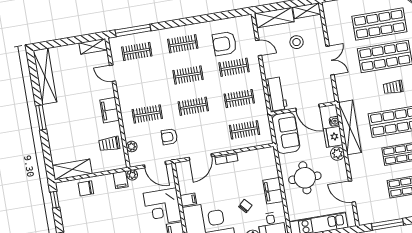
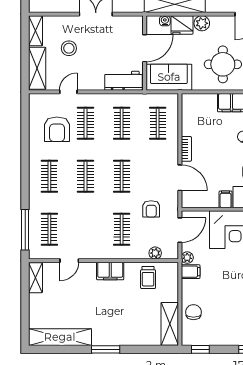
chair: (86, 188) -> (193, 312), turned 180

